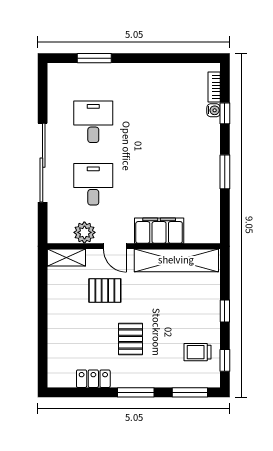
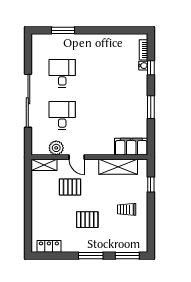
filing cabinet: (159, 231) -> (131, 147), moved
shelving: (176, 260) -> (118, 167), width x0.68
window: (225, 311) -> (151, 184), moved
pallet: (131, 339) -> (87, 220), turned 90
trolley: (198, 352) -> (127, 209), moved
window: (225, 360) -> (151, 234), removed
locker: (93, 379) -> (49, 246), moved

